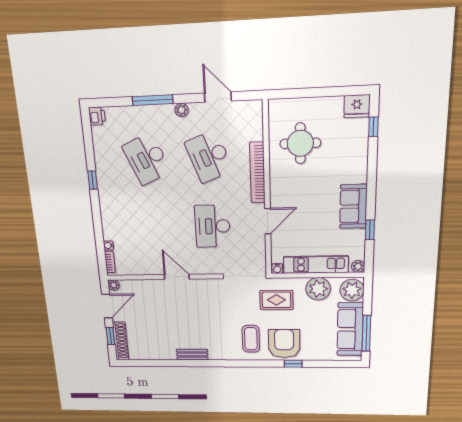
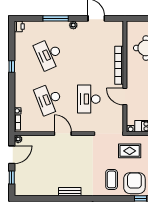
desk: (209, 157) -> (49, 99), moved
door: (268, 221) -> (125, 97), swing flipped
shoe rack: (121, 341) -> (19, 181), removed

